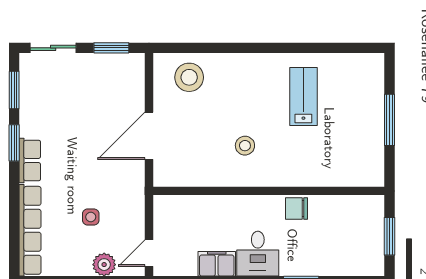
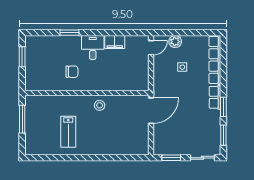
stool: (189, 77) -> (130, 142), removed
wall: (269, 191) -> (87, 93), moved

